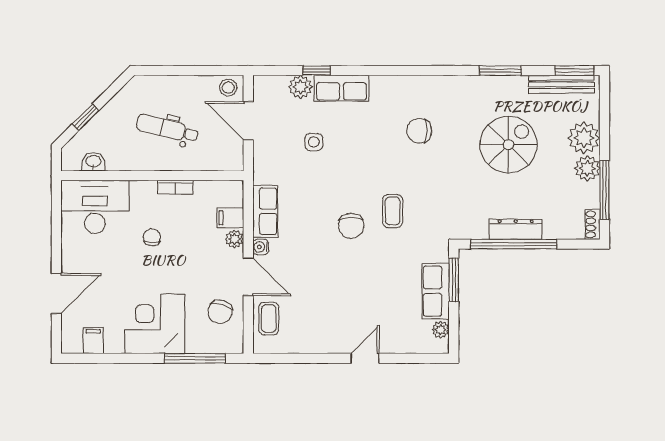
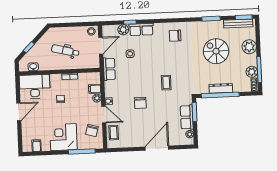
door: (248, 121) -> (101, 46), swing flipped
chair: (419, 131) -> (175, 36), moved
spiral stairs: (508, 145) -> (216, 51), turned -90
plant: (587, 168) -> (252, 72), moved
row of seats: (265, 211) -> (109, 69), moved
chair: (351, 226) -> (140, 103), moved
door: (56, 293) -> (19, 112), moved
door: (365, 358) -> (157, 148), width x1.88

